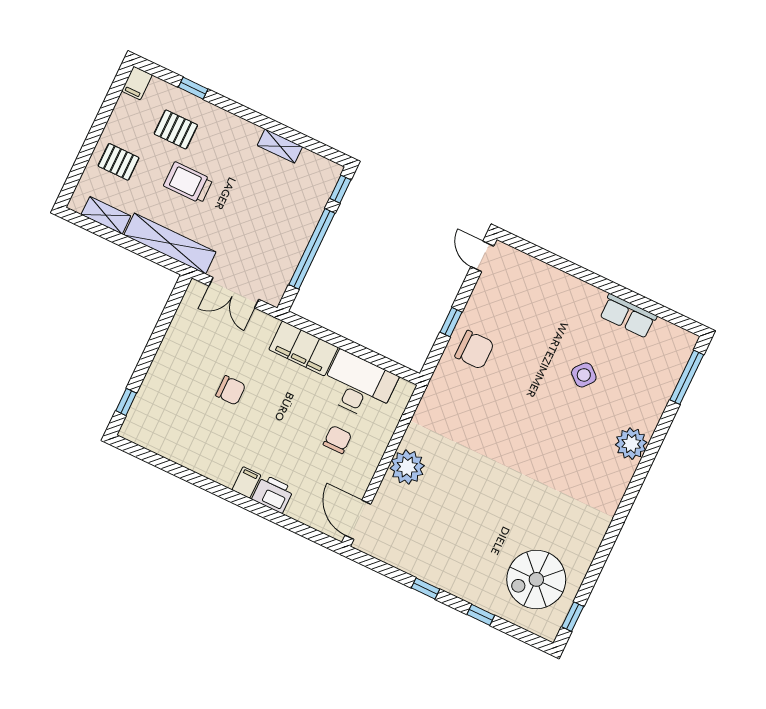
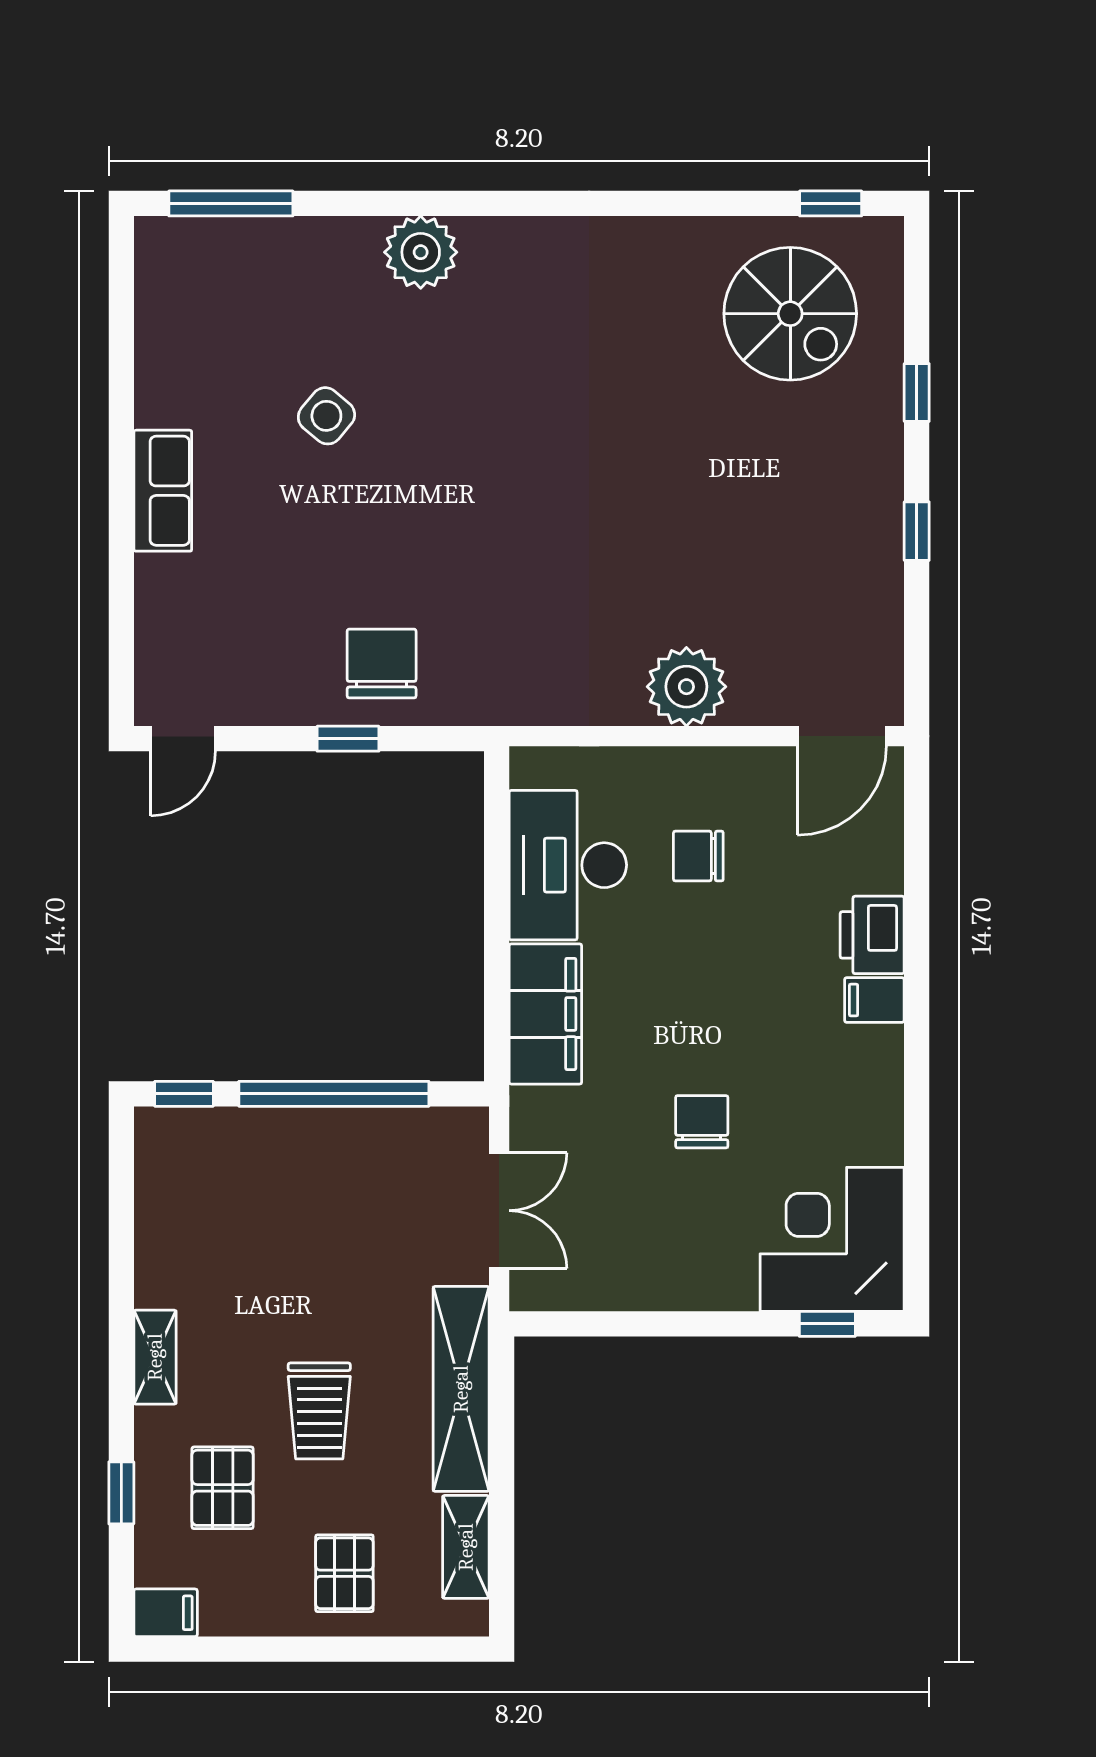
shelving: (280, 146) -> (155, 1357), moved
row of seats: (628, 316) -> (163, 491), moved
corner desk: (159, 420) -> (832, 1239), added

